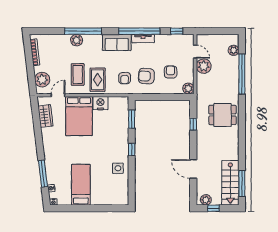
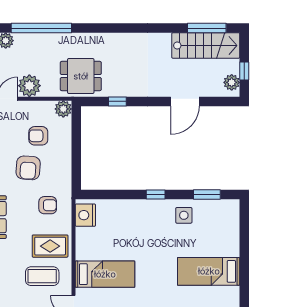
armchair: (146, 76) -> (28, 168), moved
nightstand: (100, 103) -> (85, 215), moved
dining table: (223, 115) -> (81, 76), moved, turned 90
bed: (79, 116) -> (105, 274), width x0.67
window: (132, 119) -> (207, 195), moved

